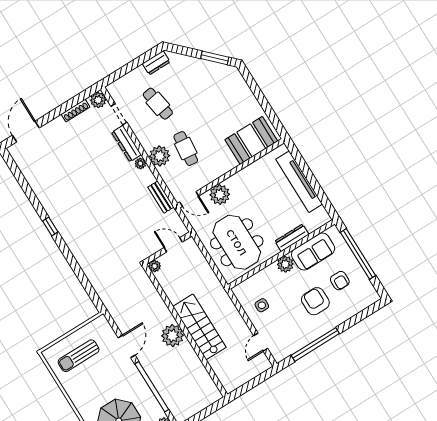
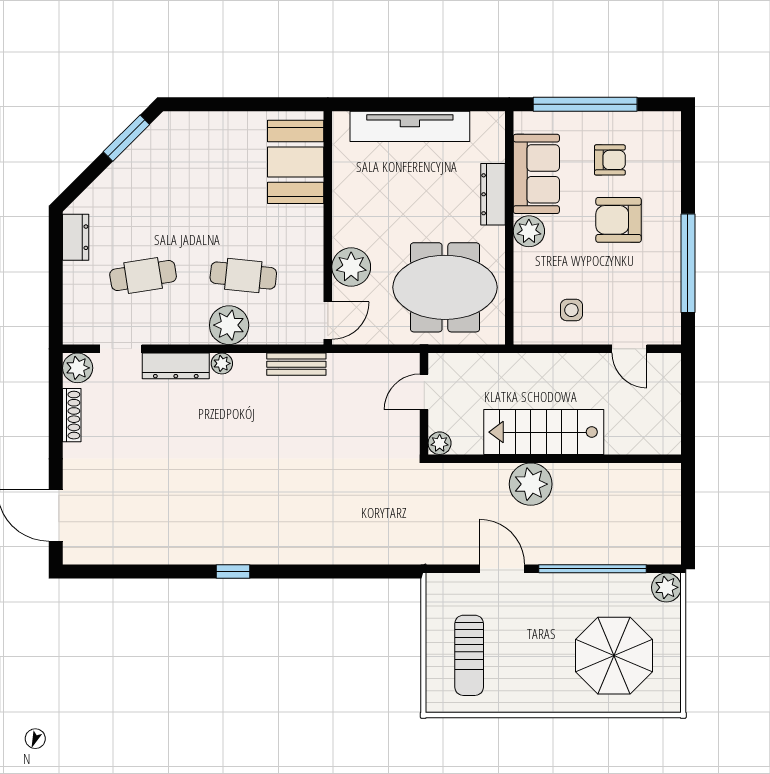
door: (173, 245) -> (424, 392), moved
wall: (168, 248) -> (424, 404), moved
plant: (155, 266) -> (440, 443), moved

